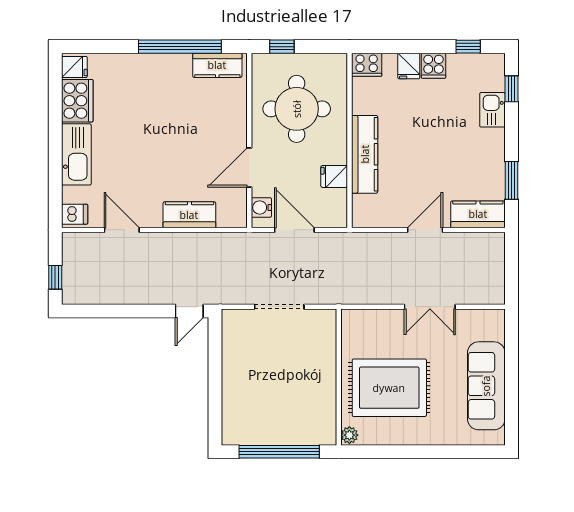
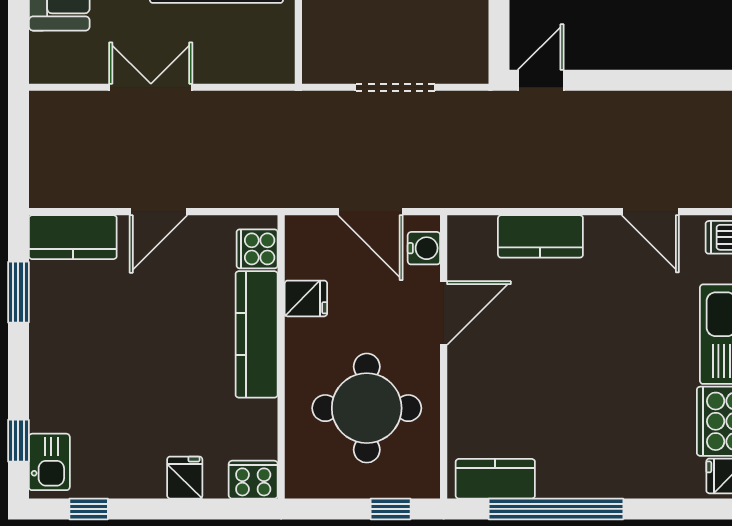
cooker: (433, 66) -> (257, 249), moved, turned -90
kitchen sink: (492, 110) -> (49, 462), moved

